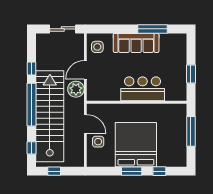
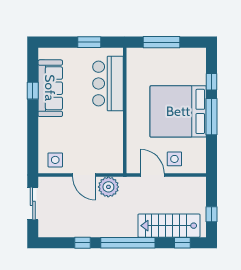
window: (152, 29) -> (33, 91), width x0.46
sofa: (136, 43) -> (50, 88), moved
bar counter: (143, 89) -> (108, 83), moved
stairs: (50, 116) -> (169, 226), width x0.54, depth x0.66
door: (85, 124) -> (152, 175), hinge flipped
window: (132, 171) -> (212, 117), width x1.44

